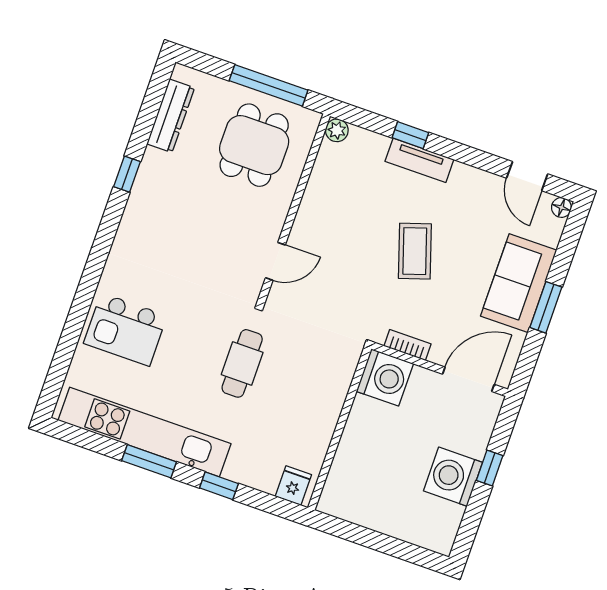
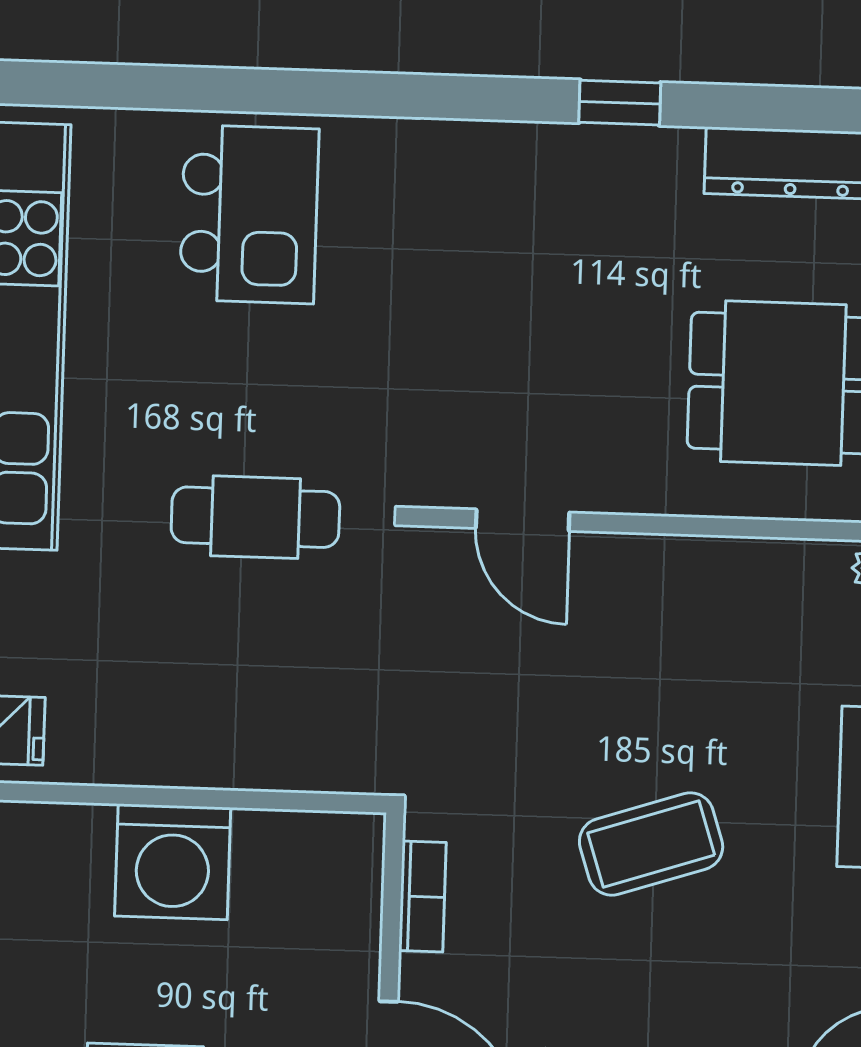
kitchen island: (125, 329) -> (249, 214), turned 180
washing machine: (385, 377) -> (173, 862), moved

